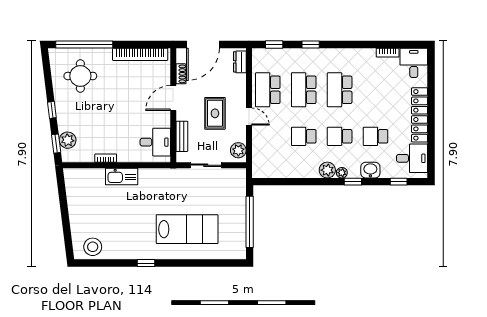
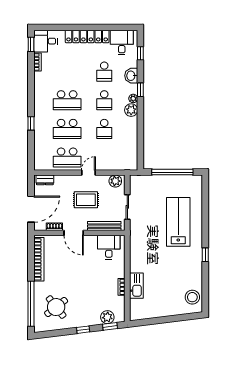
door: (203, 44) -> (31, 209), hinge flipped
window: (274, 44) -> (31, 44), moved
round table: (80, 76) -> (56, 307), turned -38
bench: (182, 136) -> (104, 226), width x1.36
kitchen sink: (122, 177) -> (136, 286), moved

